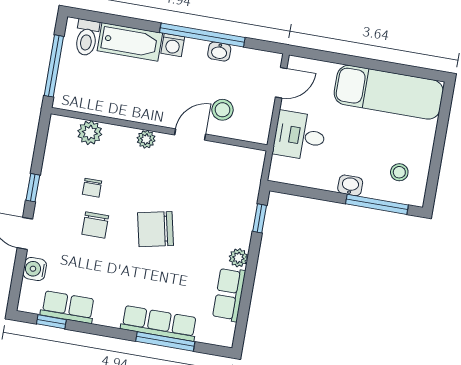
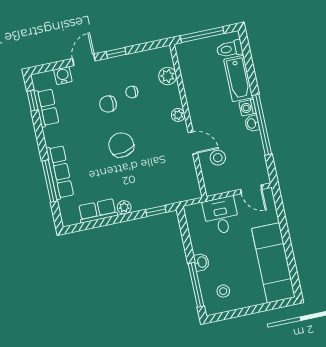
washbasin: (219, 52) -> (252, 123), moved

